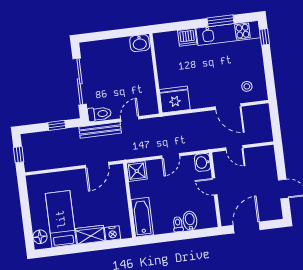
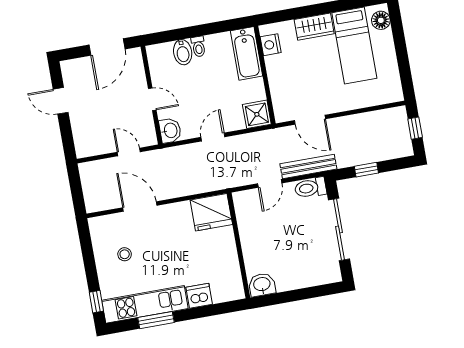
stool: (247, 86) -> (125, 254), moved
door: (97, 165) -> (310, 120), swing flipped
nightstand: (112, 233) -> (271, 45), moved, turned -90

